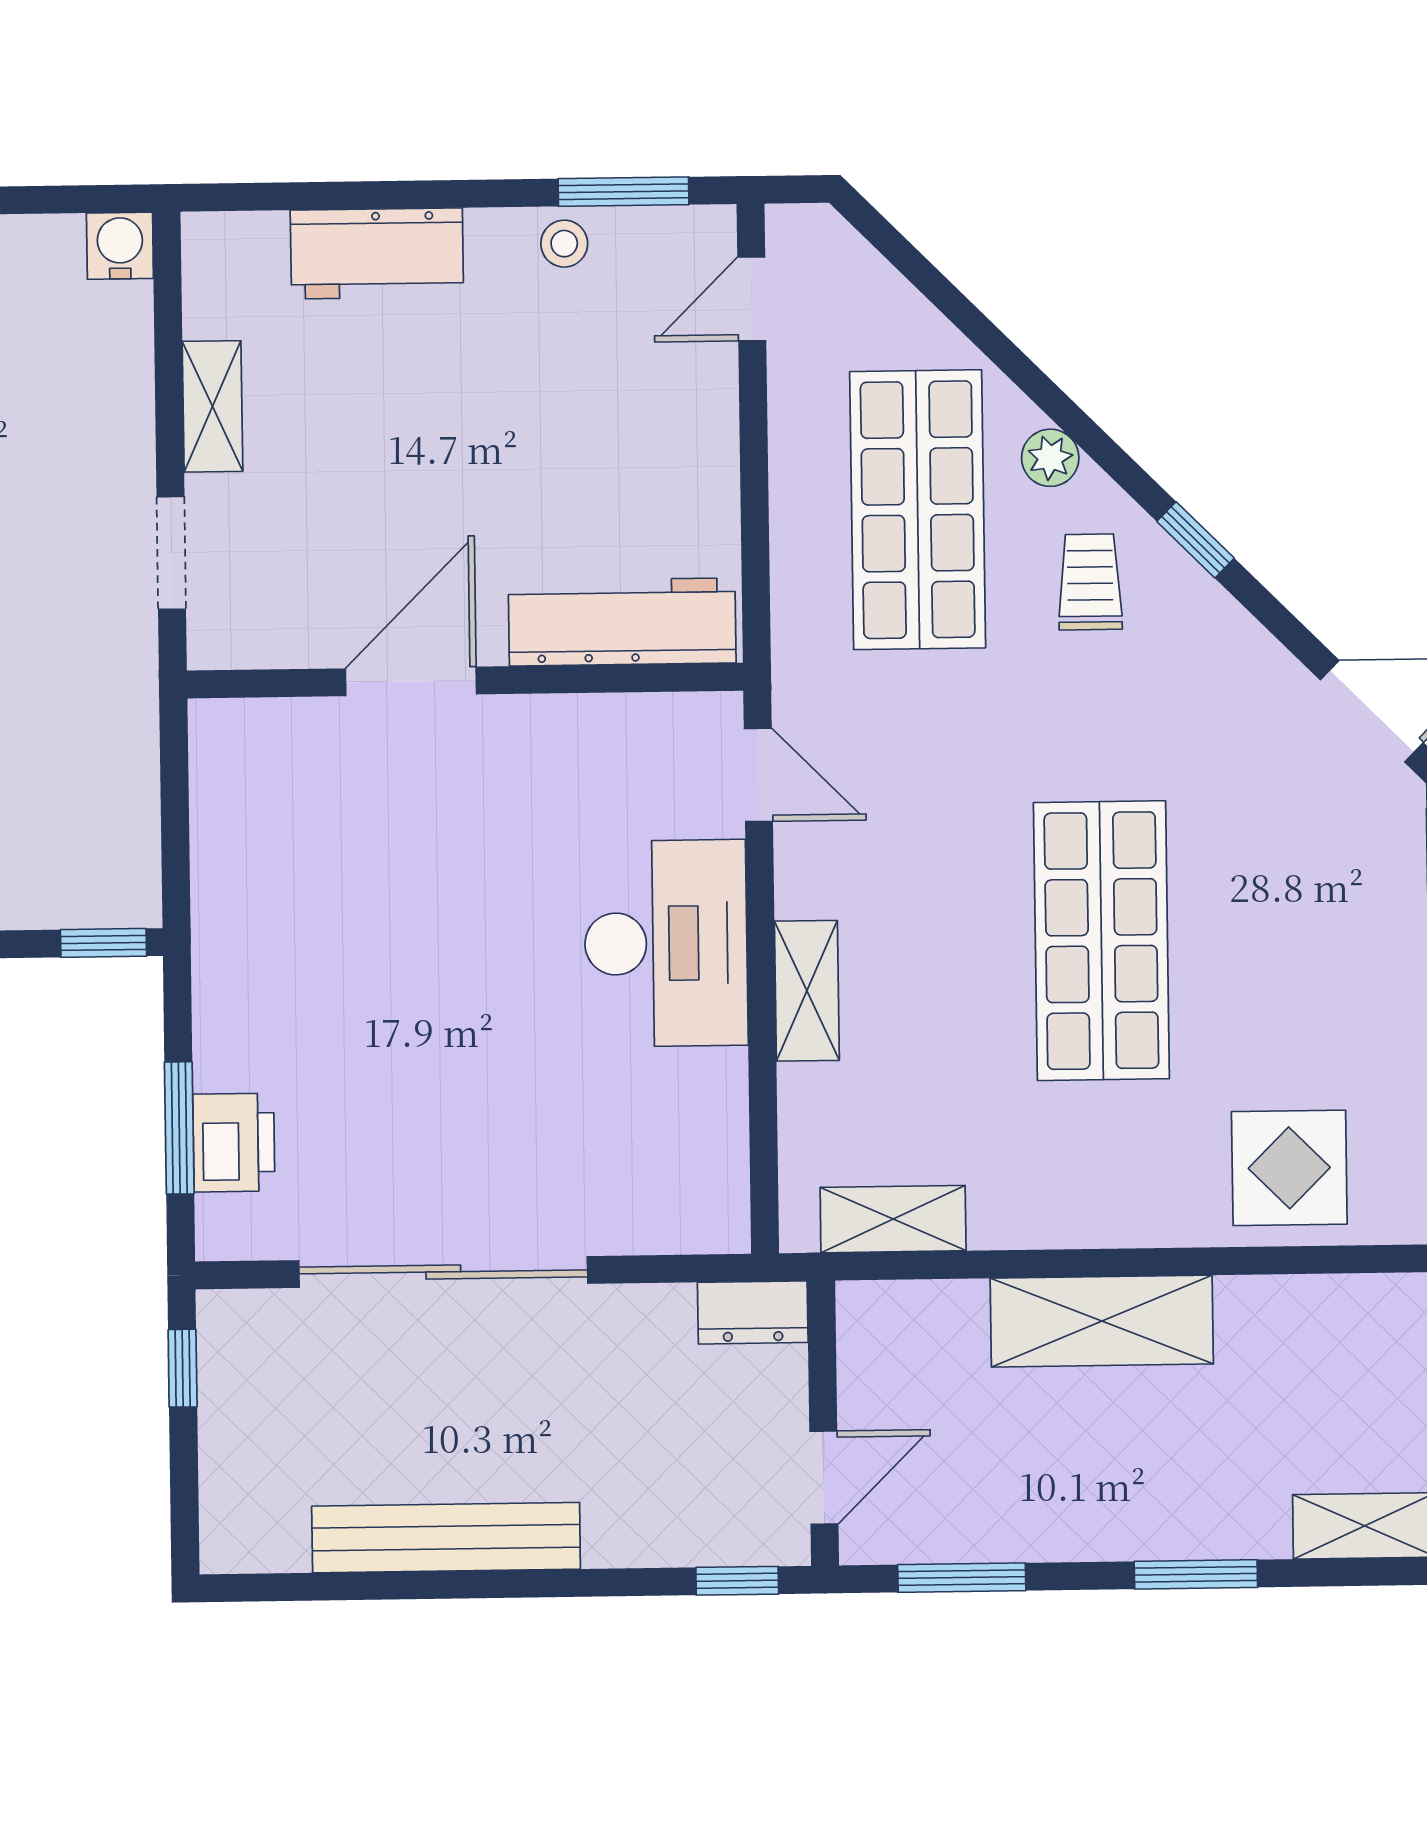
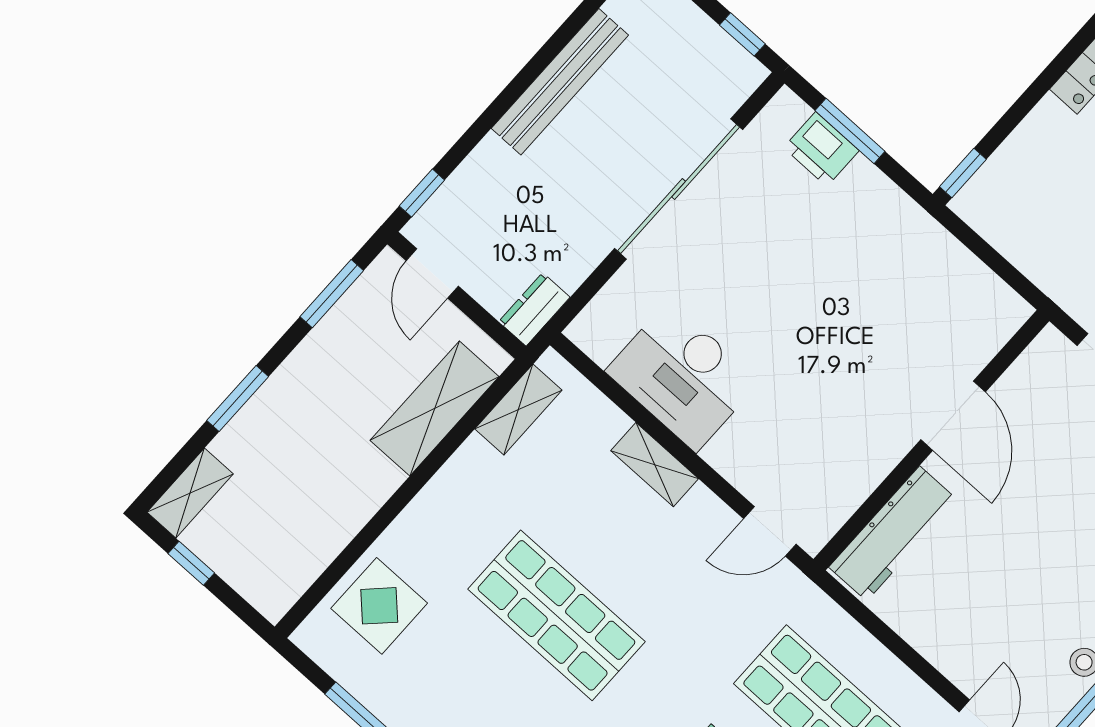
desk: (666, 943) -> (682, 376), moved
shelving: (1102, 1321) -> (435, 408), moved

